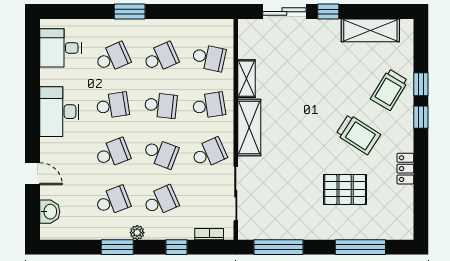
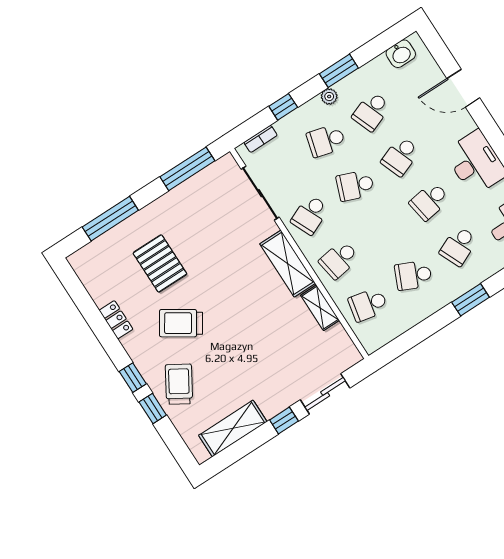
school desk: (161, 58) -> (413, 275), turned 48
school desk: (161, 105) -> (384, 230), removed
door: (32, 174) -> (463, 88), width x1.38
pallet: (345, 189) -> (160, 264), turned 90
school desk: (161, 201) -> (326, 141), turned 39
washbasin: (50, 212) -> (401, 54), moved, turned -90

